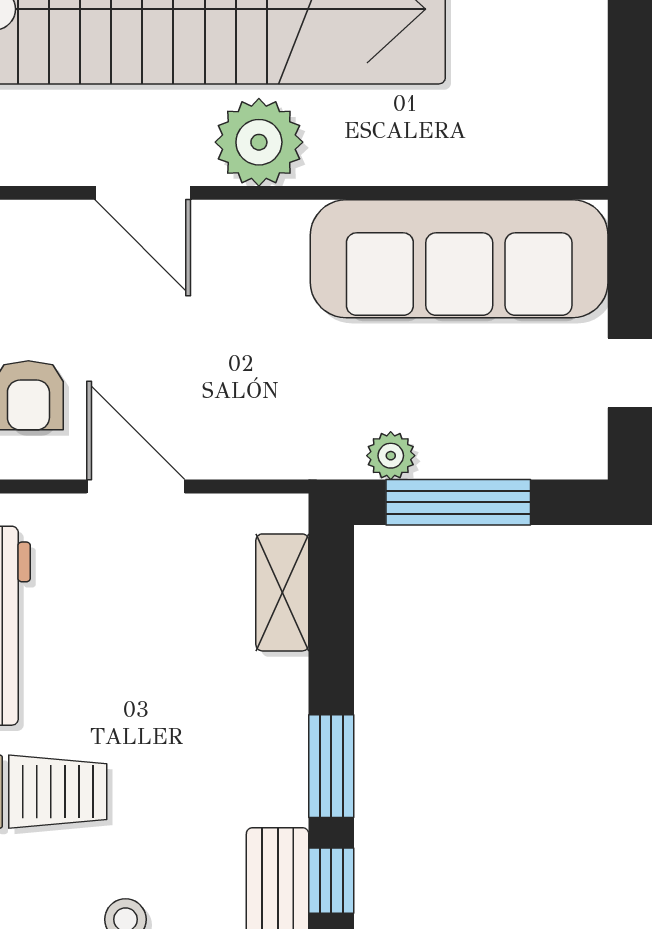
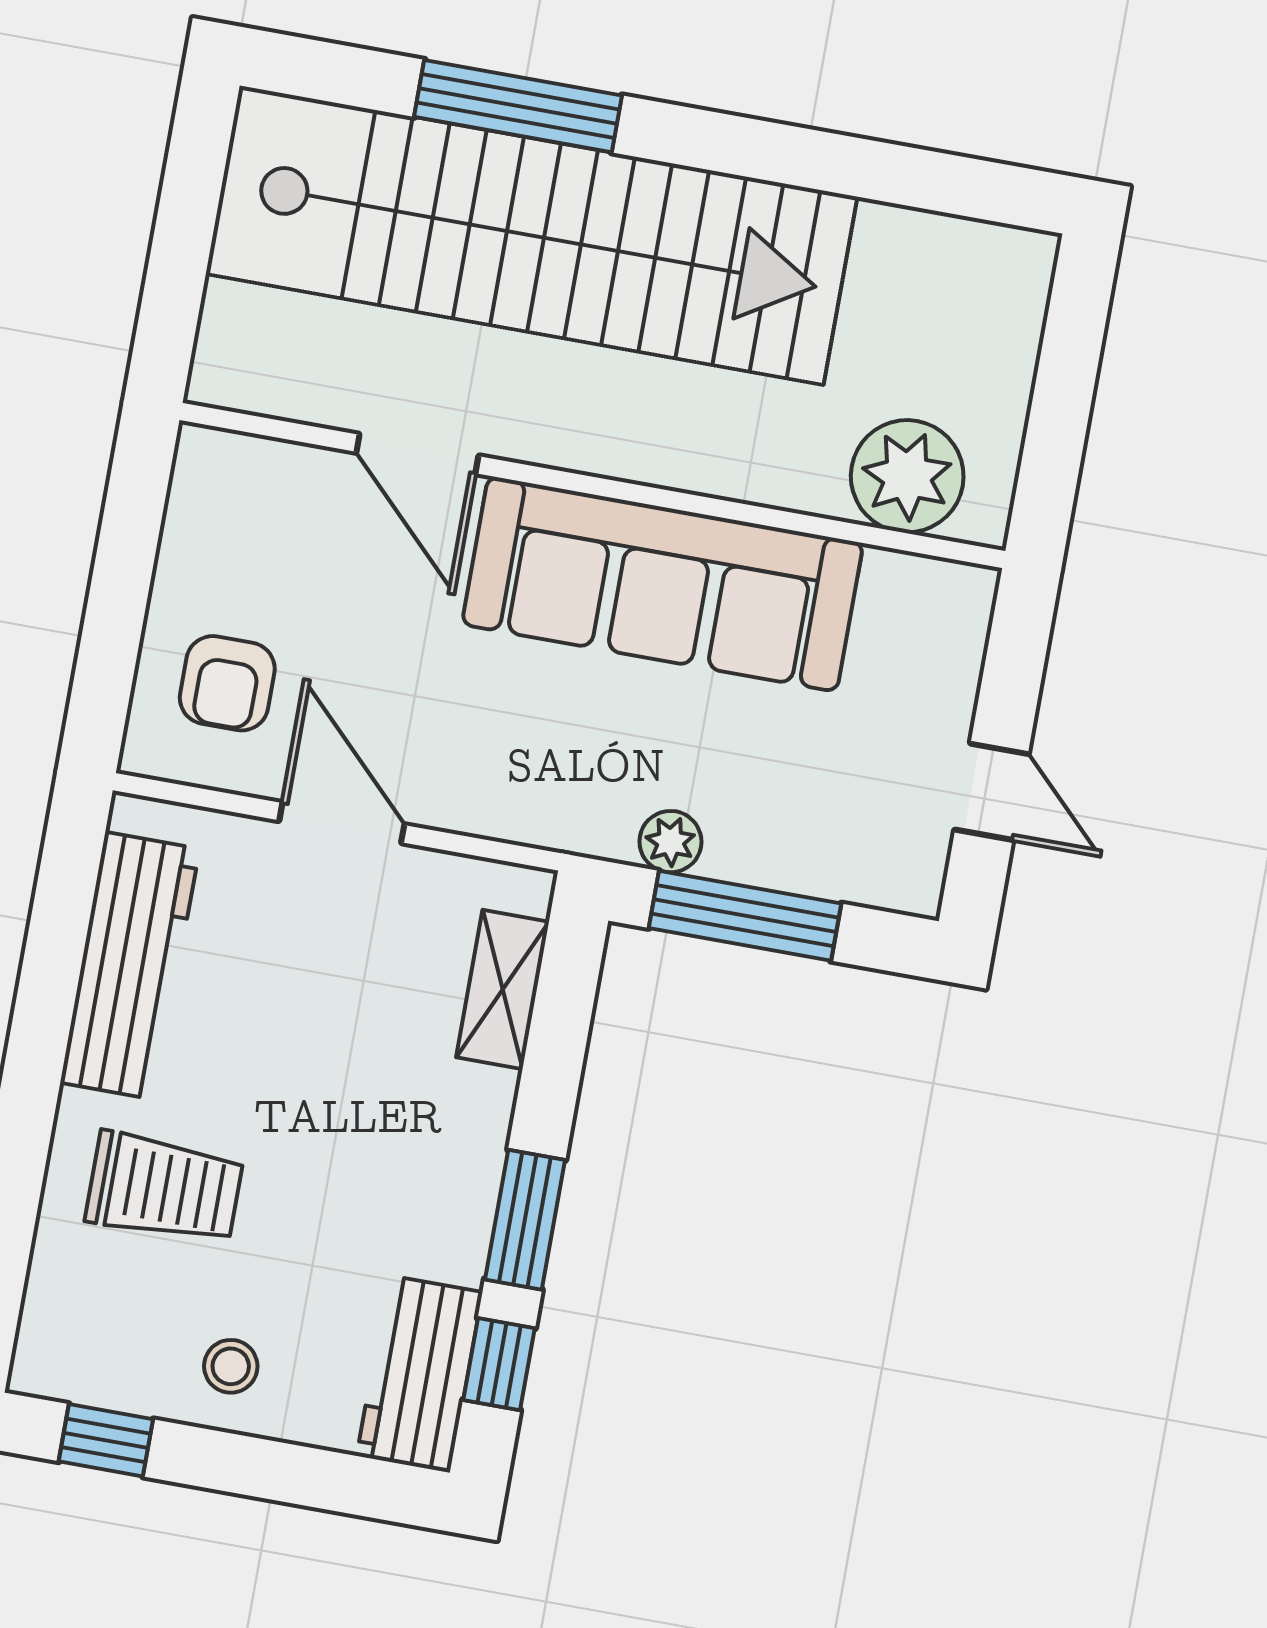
plant: (259, 142) -> (907, 476), moved
sofa: (459, 259) -> (663, 584), moved

